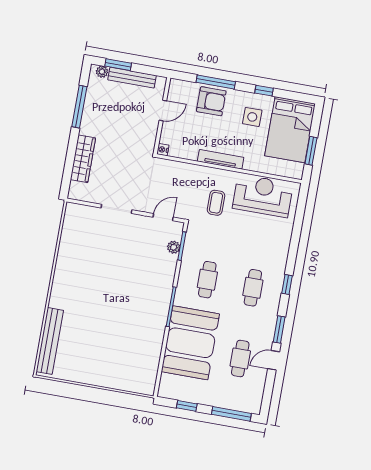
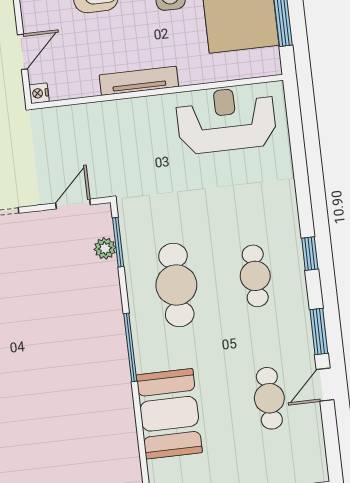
door: (163, 110) -> (23, 52), moved
coffee table: (216, 203) -> (153, 154), removed
cafe table: (207, 280) -> (176, 285), width x1.37, depth x1.35
booth: (190, 343) -> (169, 414), width x0.73, depth x0.70

